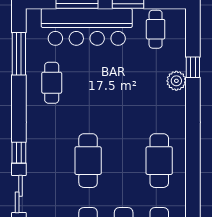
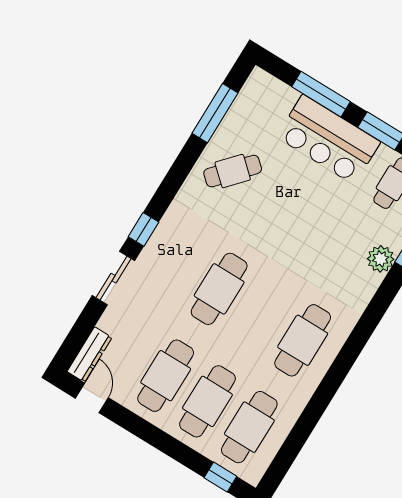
bar counter: (87, 27) -> (328, 139), width x0.73
cafe table: (52, 83) -> (233, 171), turned 42

